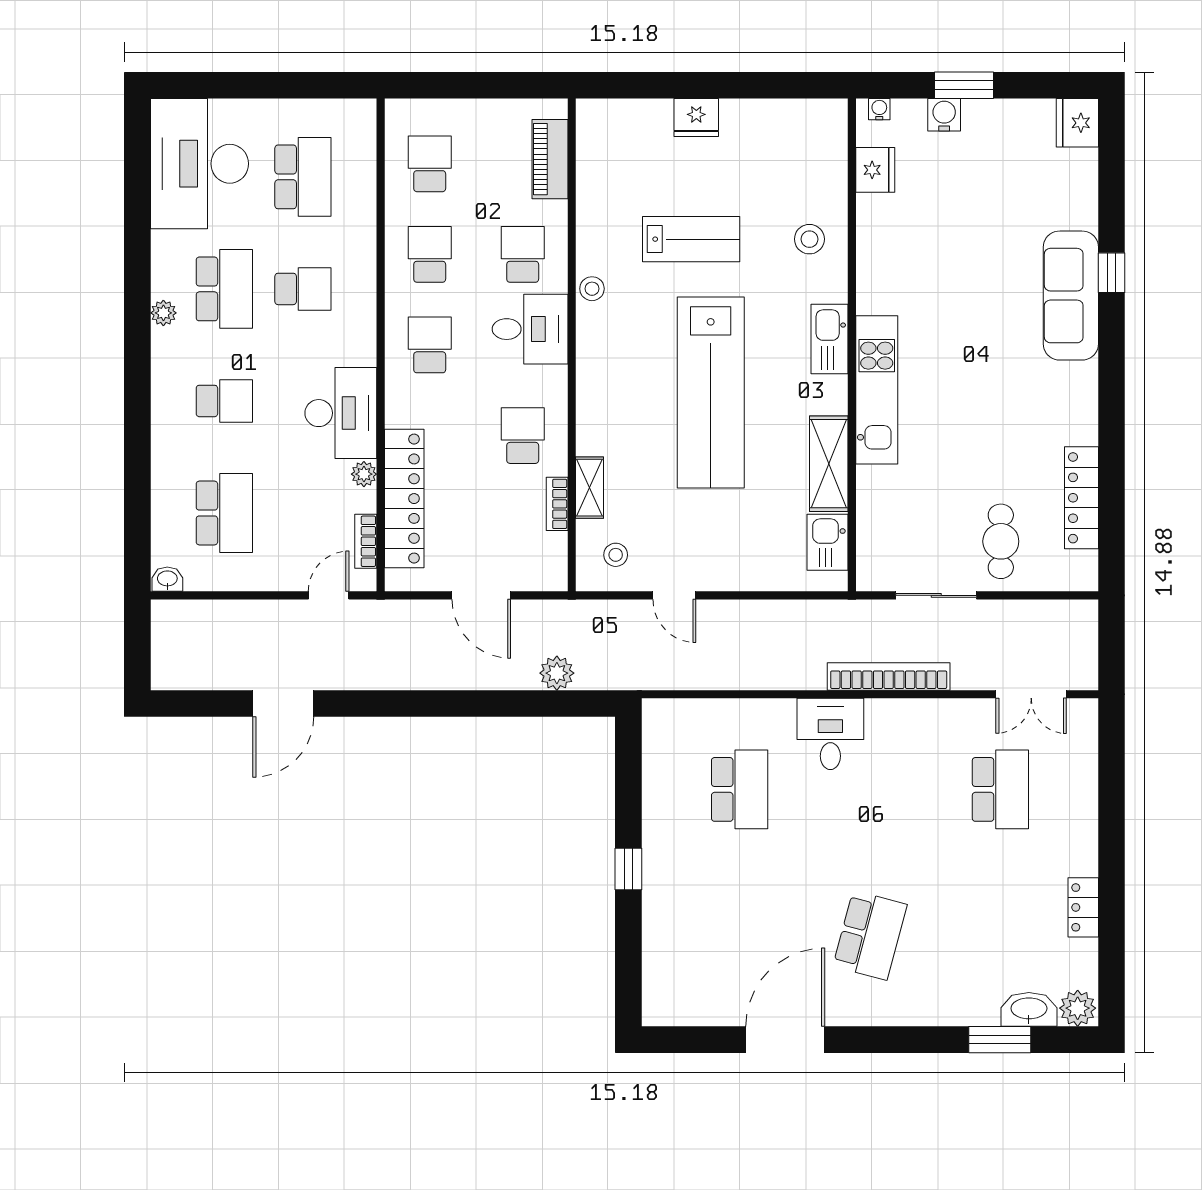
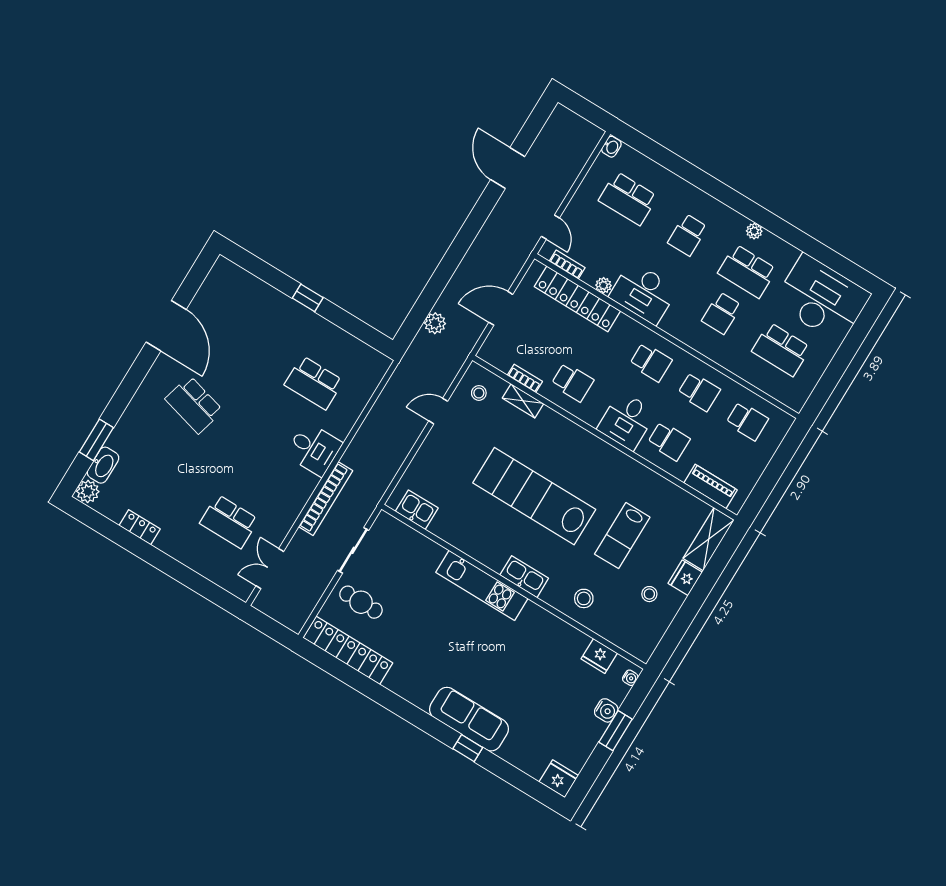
stool: (592, 289) -> (649, 594), moved
shelving: (829, 464) -> (709, 539), moved, turned 90
locker: (1081, 498) -> (348, 650), width x1.41, depth x1.21

